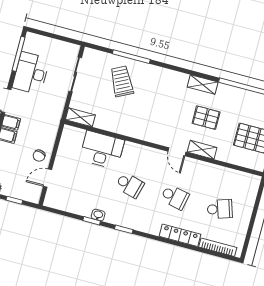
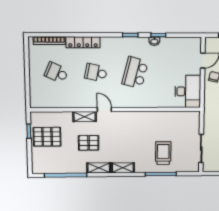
trolley: (122, 81) -> (163, 153), turned -153
shelving: (80, 117) -> (123, 168), moved
desk: (102, 150) -> (188, 91), moved, turned -90
school desk: (130, 185) -> (135, 73), width x1.85
school desk: (220, 209) -> (56, 73), turned 42

